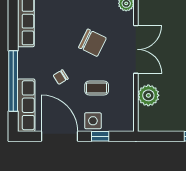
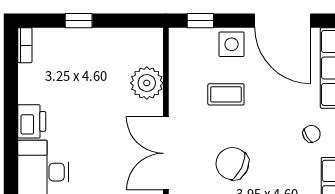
chair: (61, 77) -> (311, 134), moved
window: (100, 136) -> (200, 21), moved

